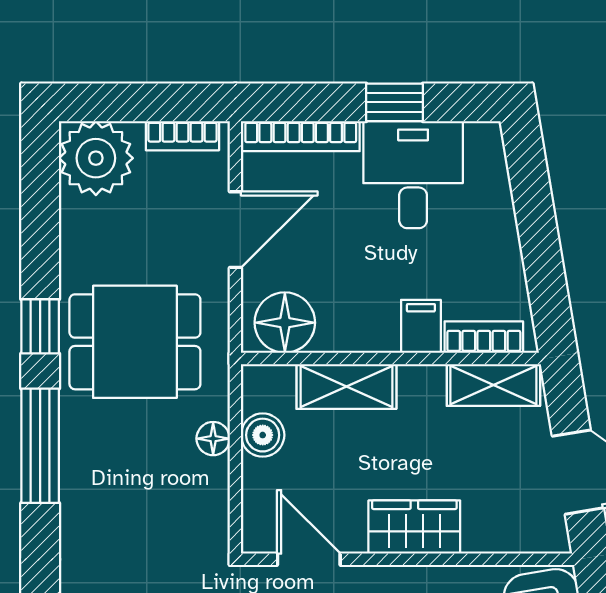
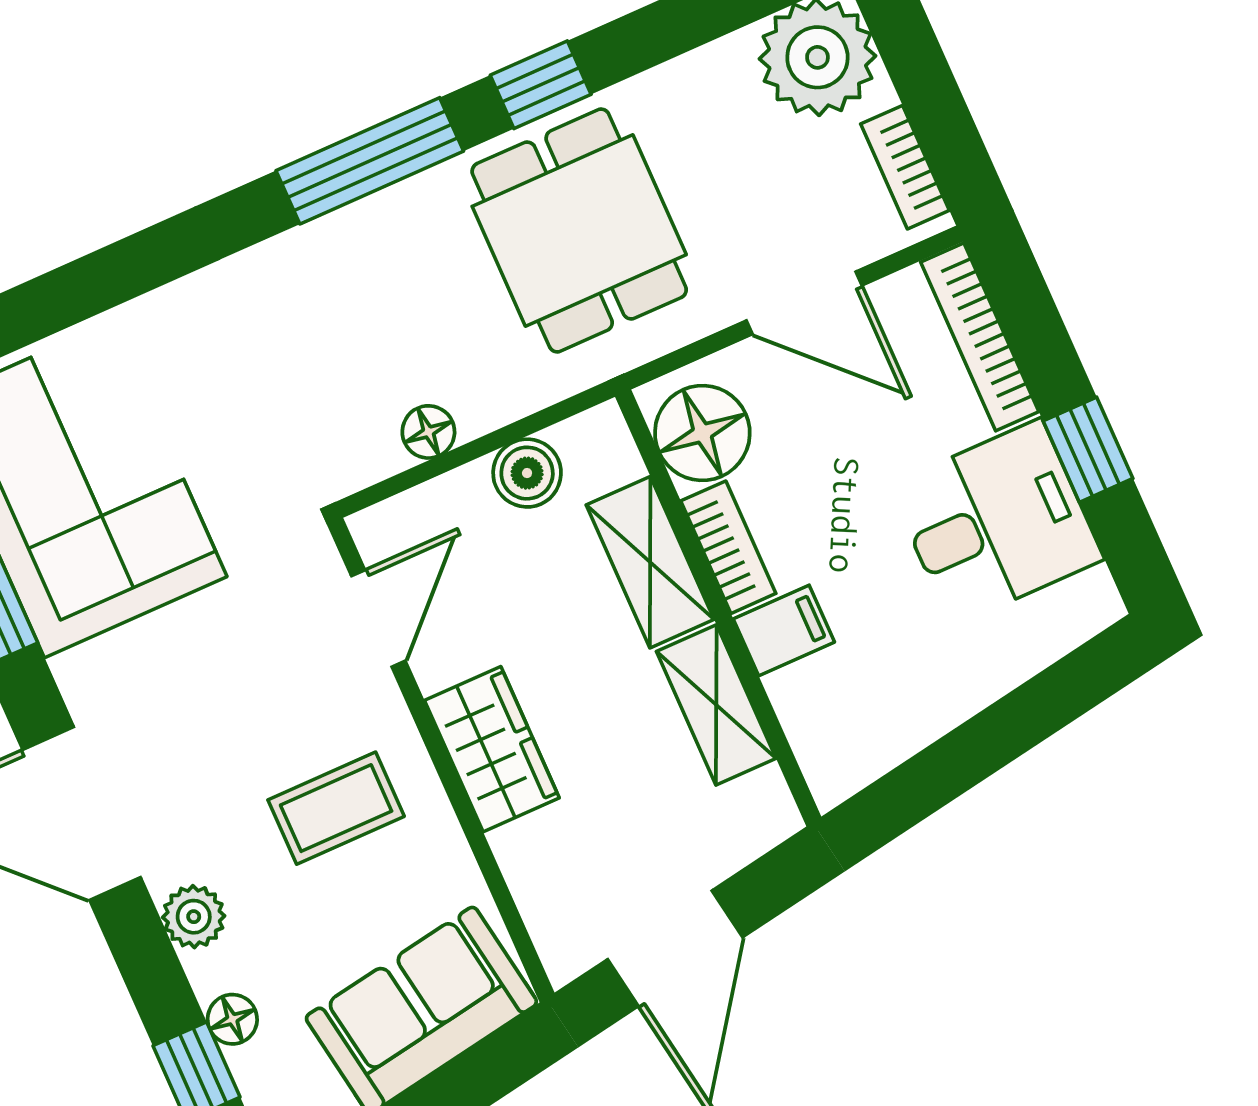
bookcase: (484, 337) -> (728, 547), moved
shelving: (493, 385) -> (716, 705), moved
floor lamp: (213, 439) -> (428, 432), moved

